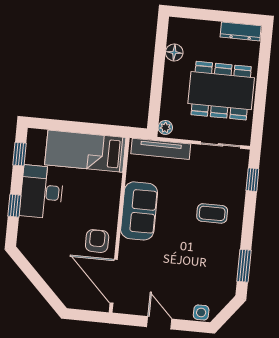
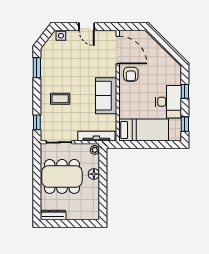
floor lamp: (174, 52) -> (94, 174), moved

